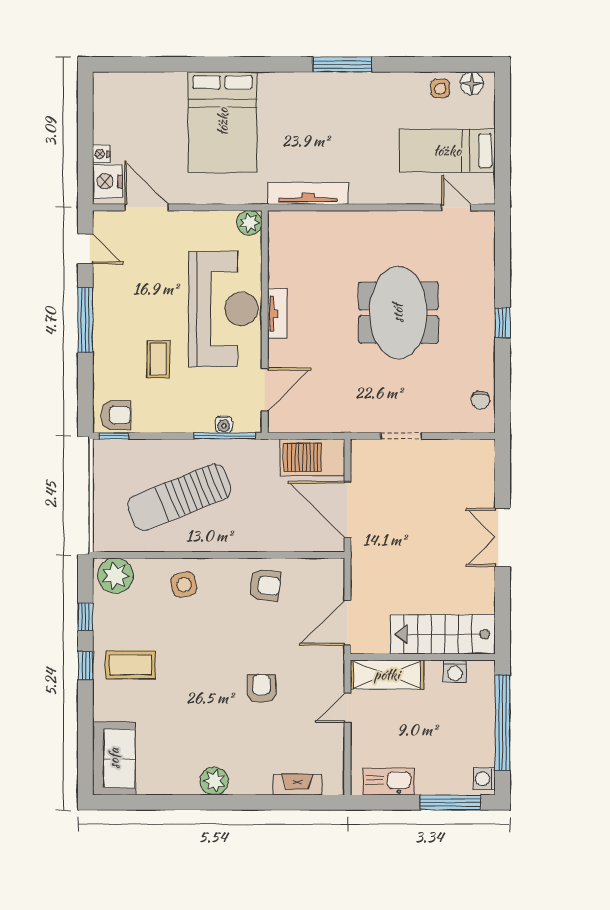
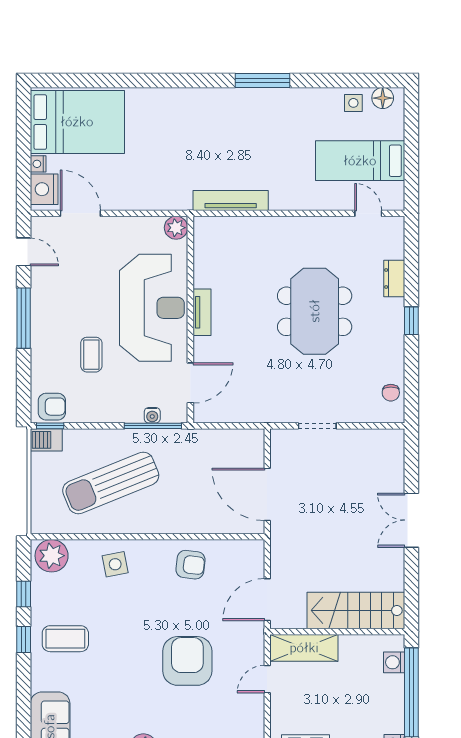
bed: (223, 122) -> (77, 122), moved, turned -90
dresser: (484, 277) -> (394, 279), added
barbecue: (312, 457) -> (46, 440), moved, width x0.53, depth x0.65
washing machine: (455, 671) -> (394, 662), moved, turned 90
armchair: (262, 689) -> (187, 661), width x1.88, depth x1.88

